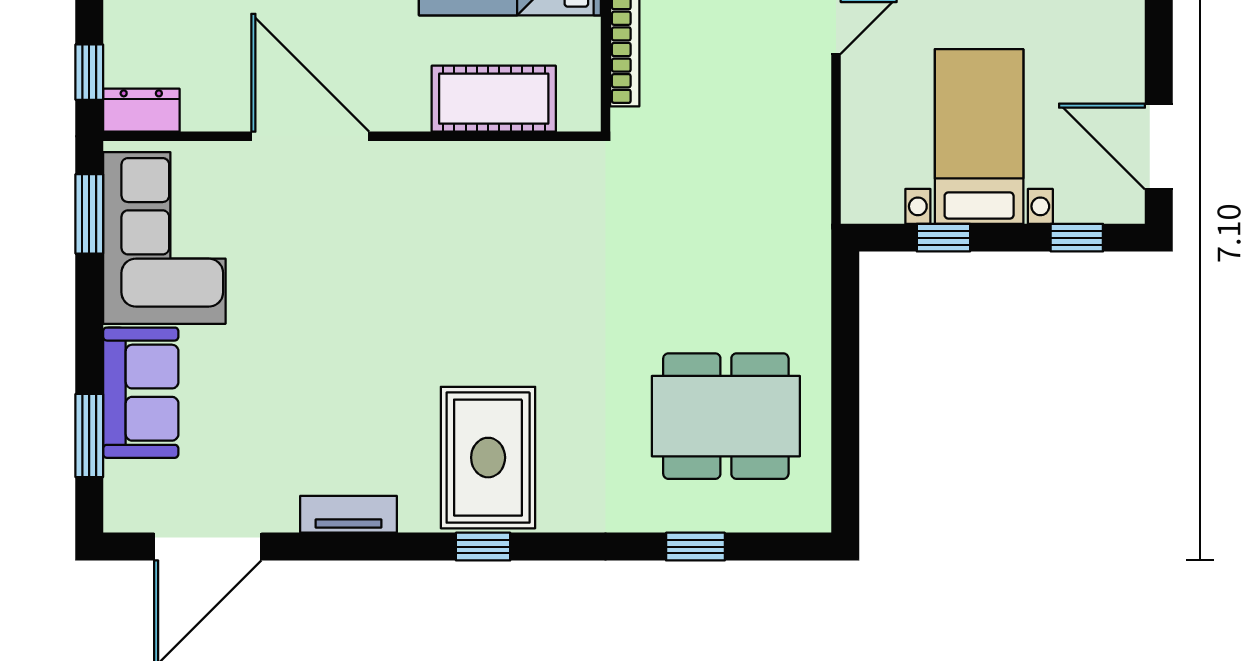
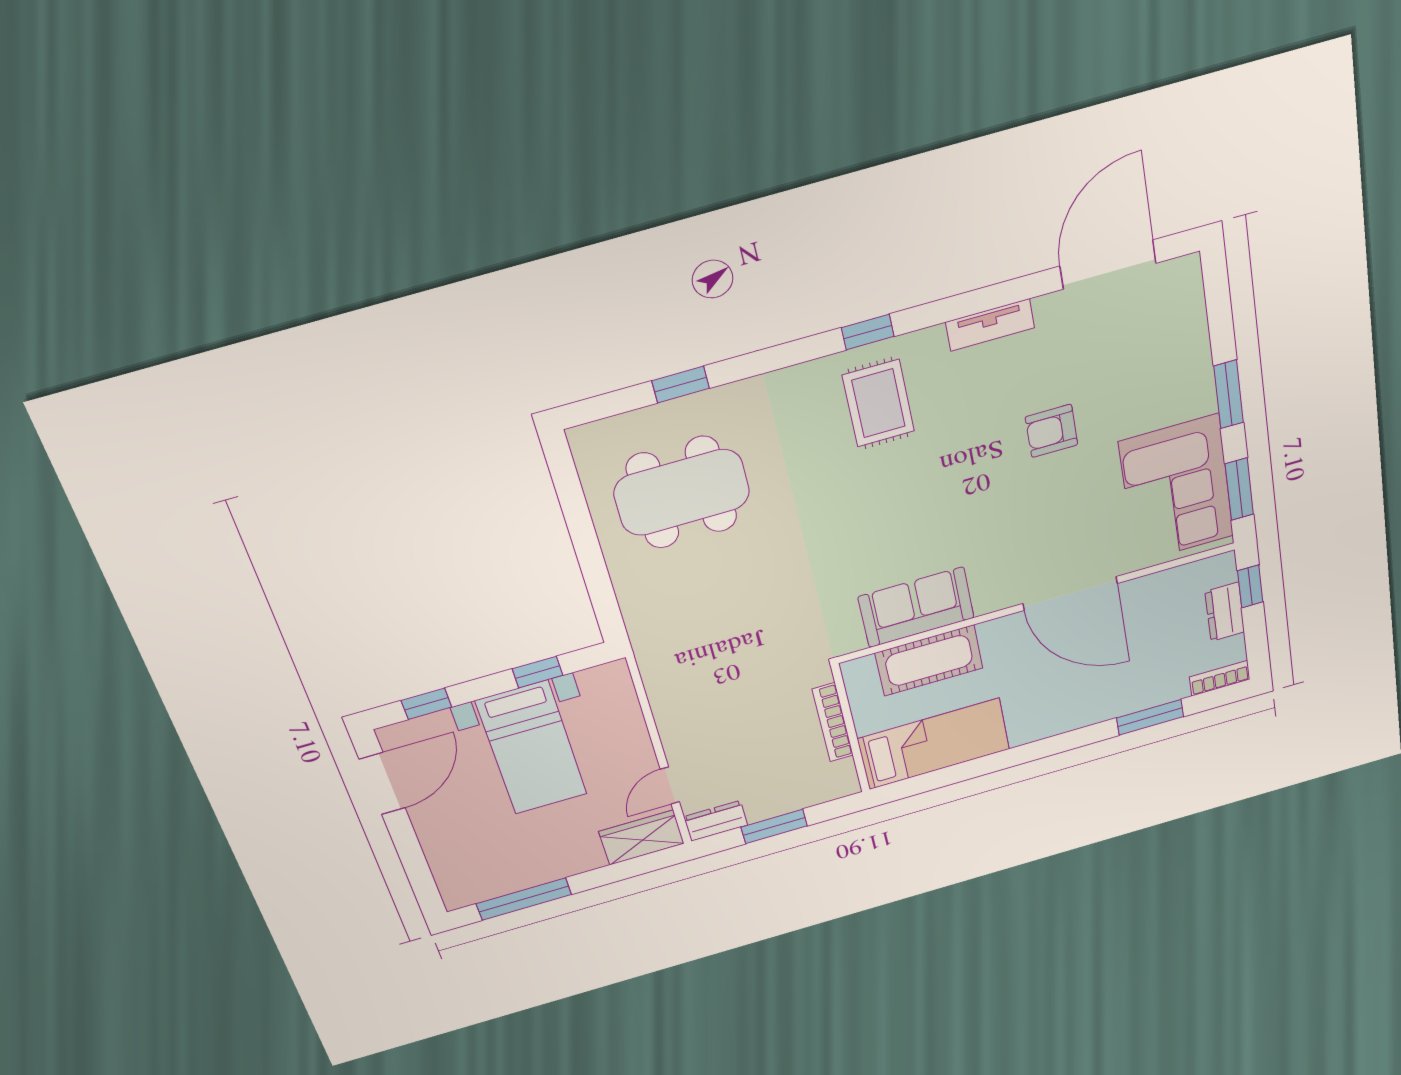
dresser: (141, 110) -> (1225, 612), moved, turned 90
door: (1159, 147) -> (382, 784), hinge flipped
armchair: (300, 362) -> (1051, 431), added
sofa: (141, 393) -> (916, 607), moved, turned 90
window: (89, 436) -> (1229, 394), moved
rug: (488, 458) -> (878, 403), width x0.73, depth x0.70

